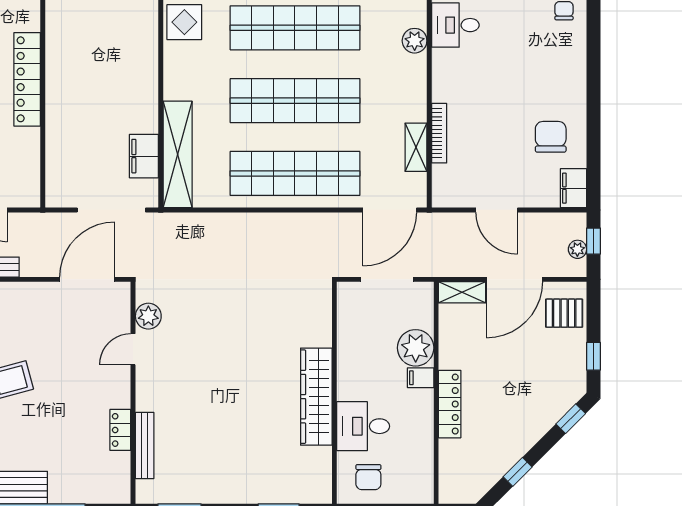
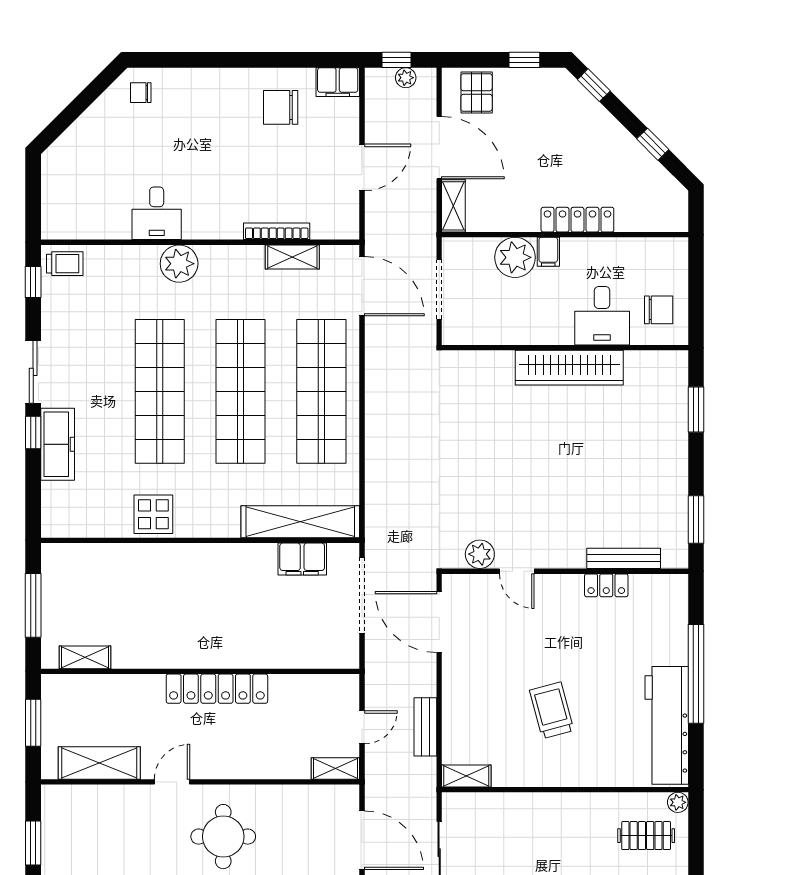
plant: (415, 41) -> (179, 264), width x1.36, depth x1.36

